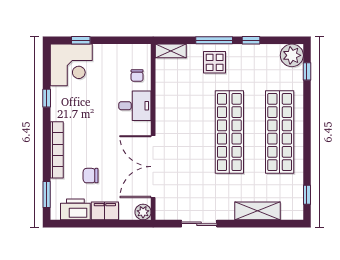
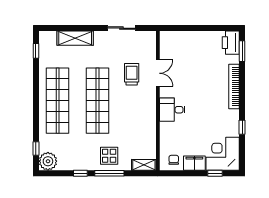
chair: (137, 76) -> (174, 160), moved
desk: (135, 106) -> (172, 110), moved
trolley: (186, 165) -> (132, 74), added
double door: (153, 167) -> (158, 73), width x0.54
chair: (91, 176) -> (207, 66), removed
printer: (75, 209) -> (231, 43), moved, turned 90
filing cabinet: (105, 211) -> (194, 163), moved, turned 180
plant: (143, 212) -> (166, 37), removed

